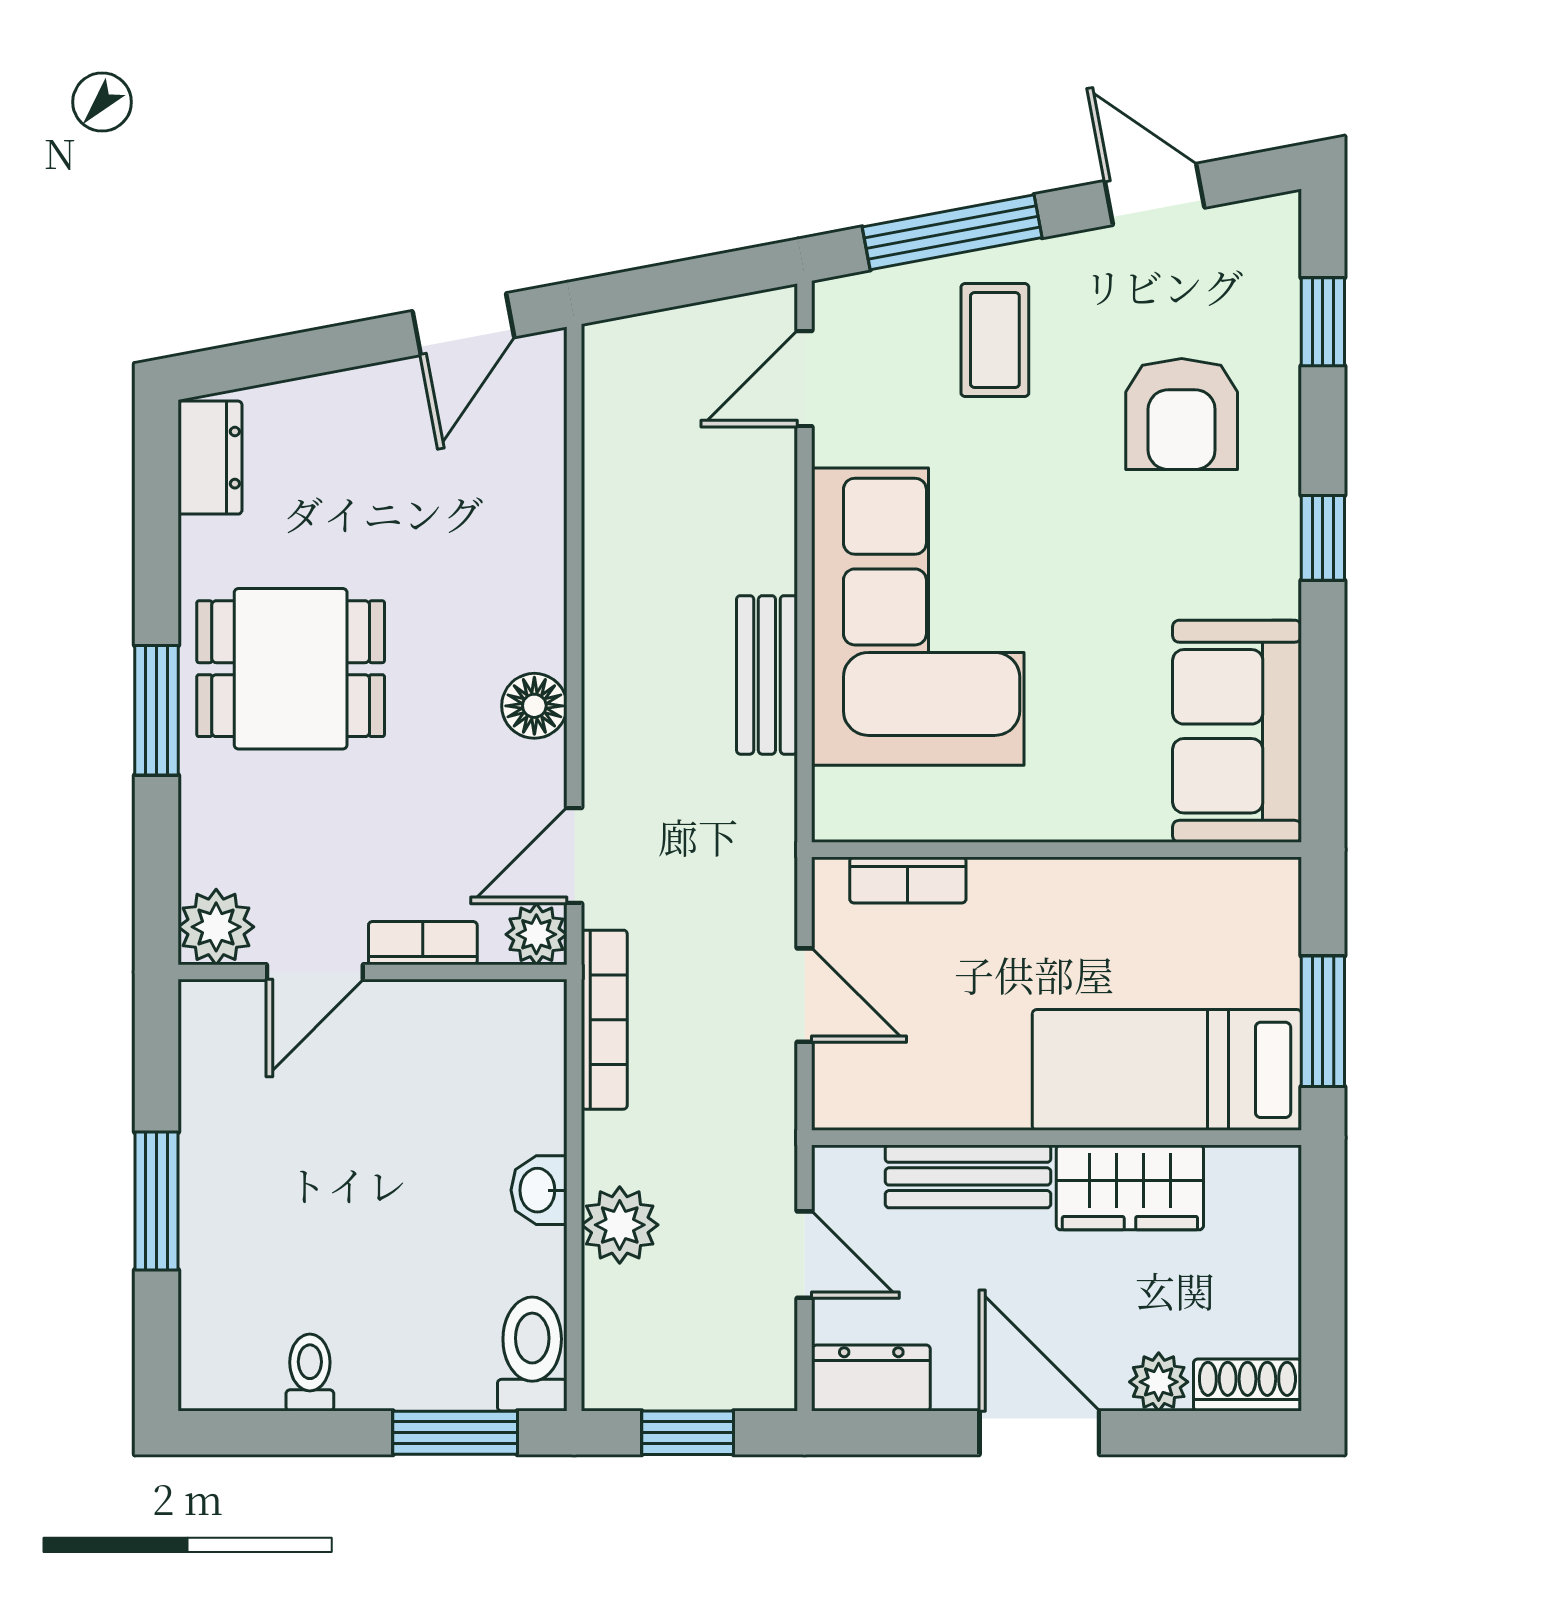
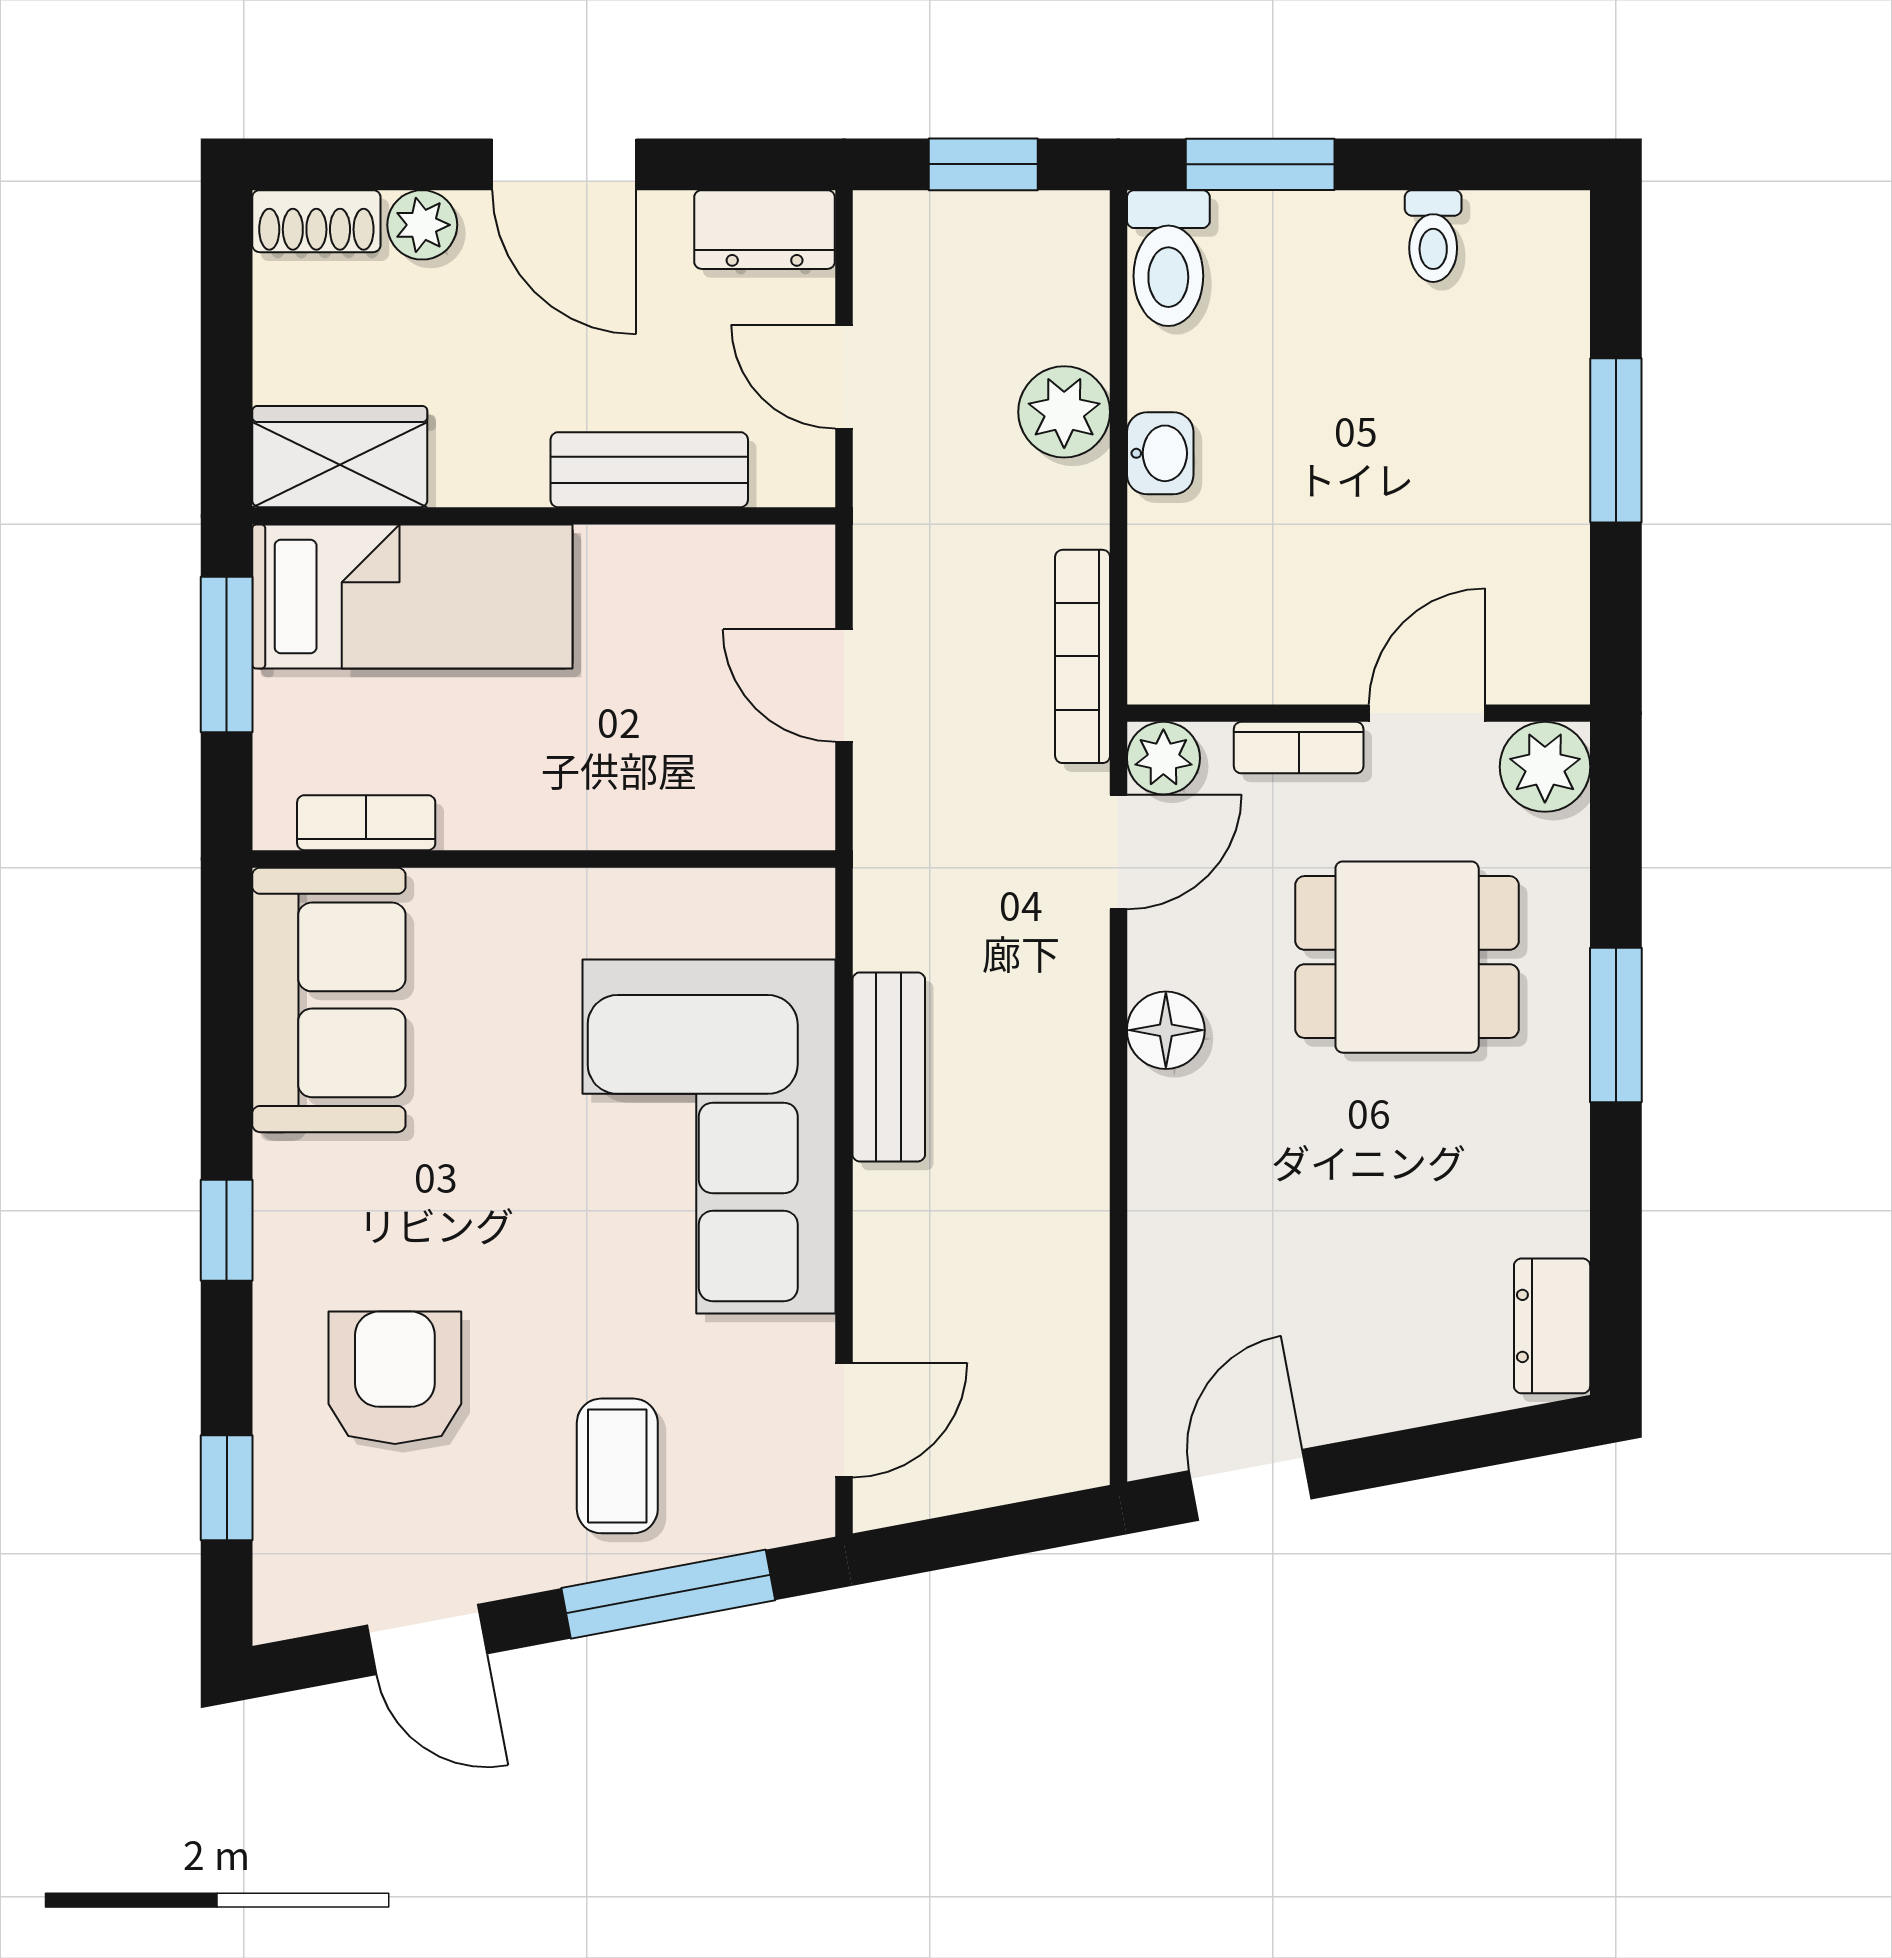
dining table: (291, 669) -> (1407, 957), moved
bookcase: (908, 880) -> (366, 823), moved
wardrobe: (1130, 1187) -> (340, 457), moved

